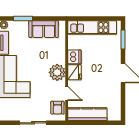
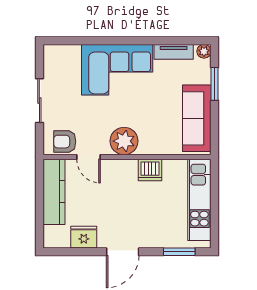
sofa: (44, 29) -> (197, 118), width x1.36
fridge: (75, 72) -> (84, 237), moved, turned 180
door: (67, 94) -> (88, 157), hinge flipped

